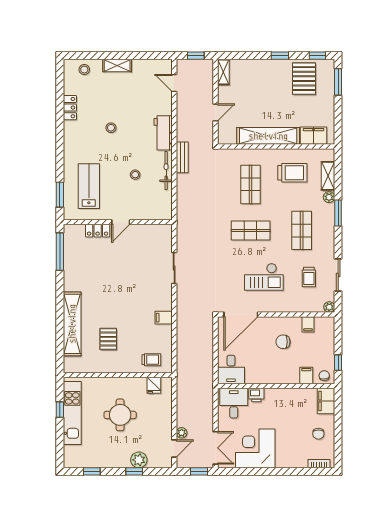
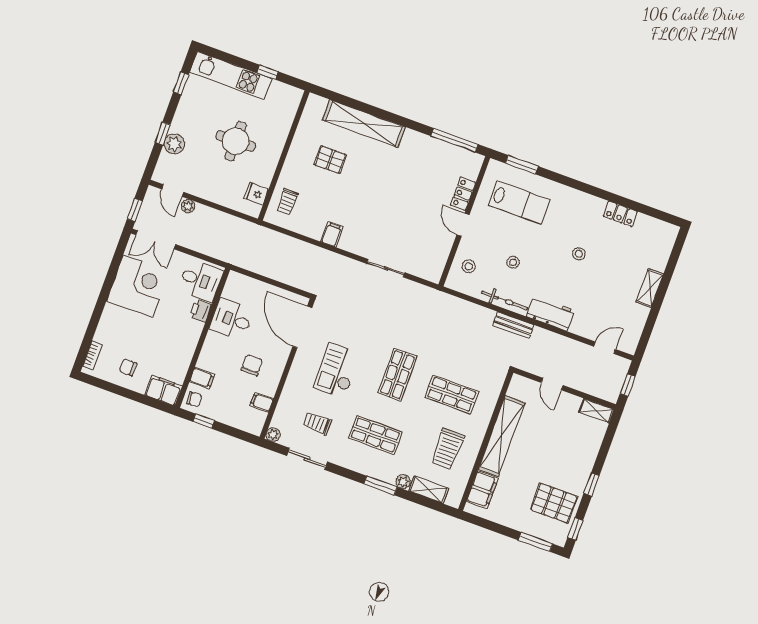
stool: (84, 70) -> (469, 266), moved
desk: (231, 369) -> (232, 319), moved
kitchen unit: (72, 413) -> (231, 75), moved

